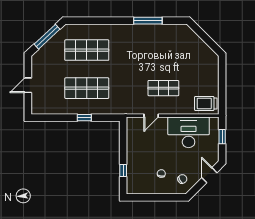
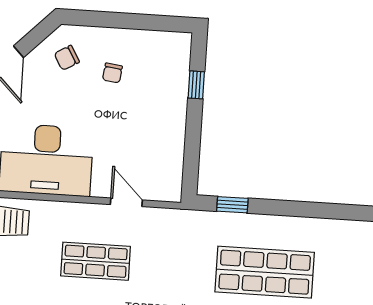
door: (151, 116) -> (126, 202), hinge flipped
window: (84, 118) -> (232, 205), moved

